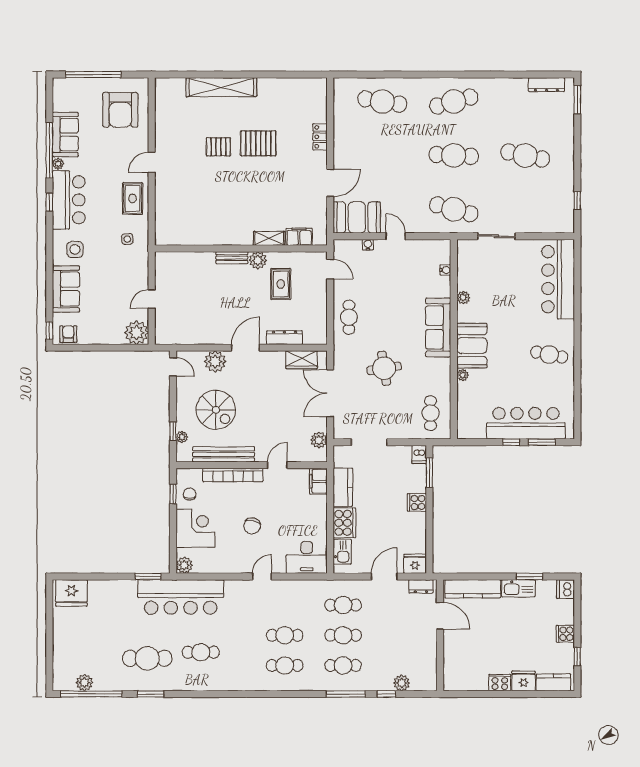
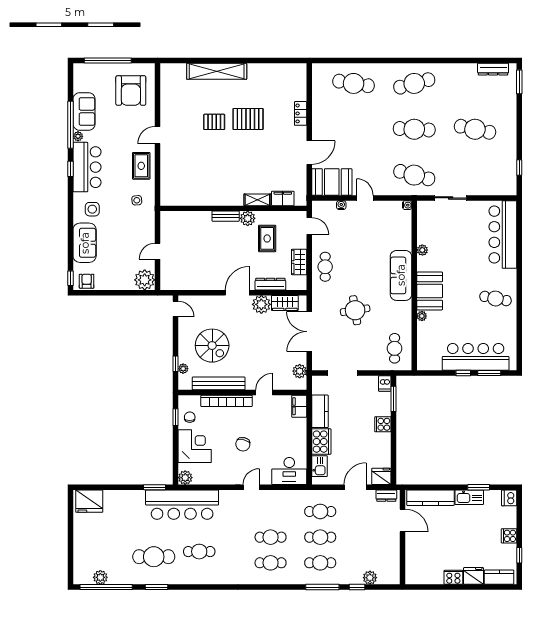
water cooler: (445, 270) -> (407, 205), moved
wardrobe: (318, 312) -> (299, 262), added
plant: (215, 361) -> (261, 304), moved

